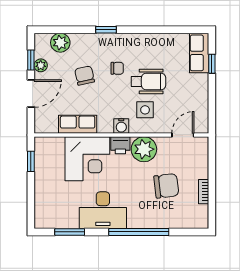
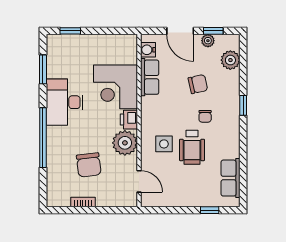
row of seats: (199, 53) -> (231, 178), moved, turned -90
water cooler: (121, 126) -> (148, 50), moved
window: (31, 161) -> (70, 31), moved

